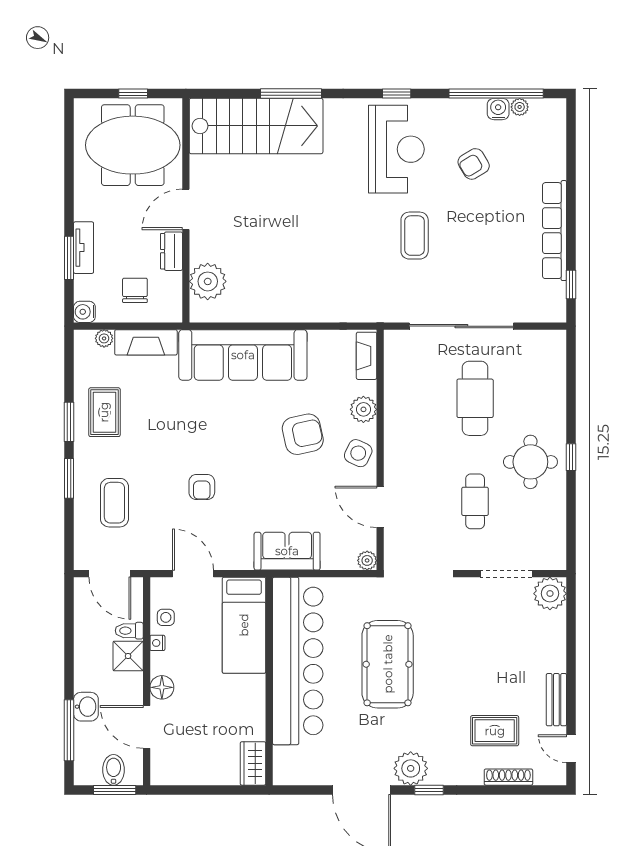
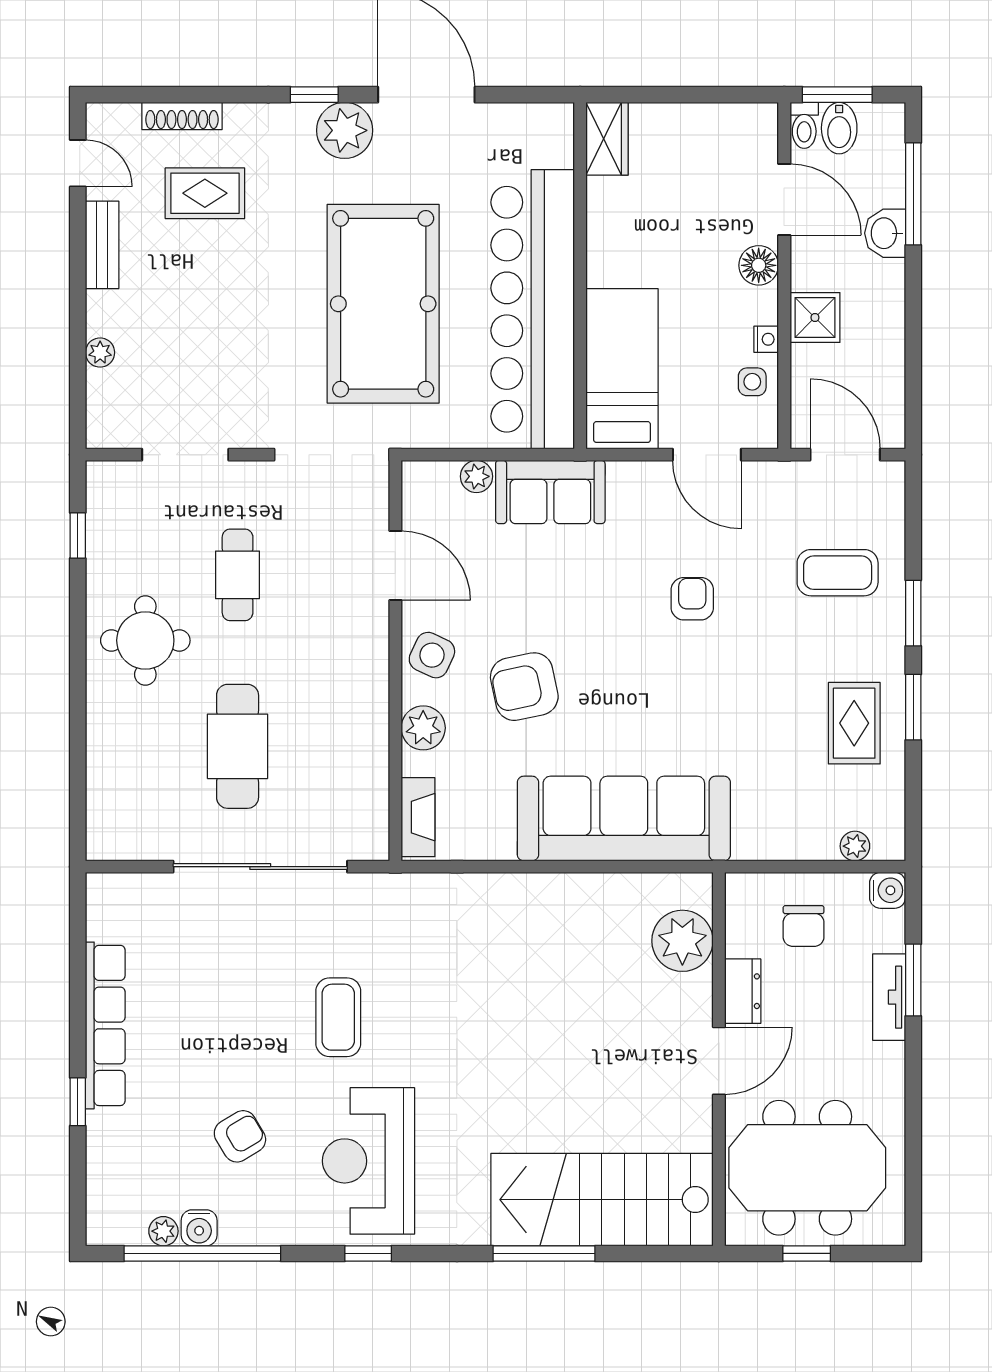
window: (571, 285) -> (78, 1102), moved
fireplace: (146, 342) -> (785, 839), removed
window: (571, 457) -> (78, 535), moved
coffee table: (114, 503) -> (838, 573), turned 90
plant: (367, 560) -> (476, 476), moved
plant: (550, 594) -> (100, 353), moved, width x0.53, depth x0.53
toilet: (129, 631) -> (804, 125), moved, turned 90
pool table: (388, 664) -> (383, 304), width x1.36, depth x1.32

